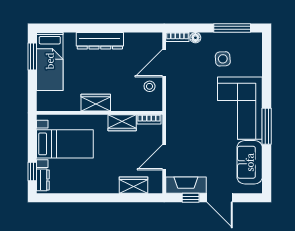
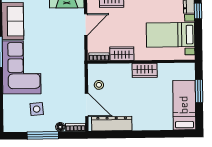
window: (232, 28) -> (43, 135), moved
dresser: (100, 41) -> (112, 124), moved
window: (32, 57) -> (199, 91), moved
door: (164, 63) -> (87, 105), hinge flipped

